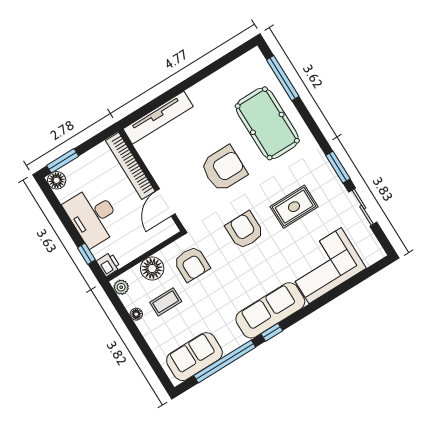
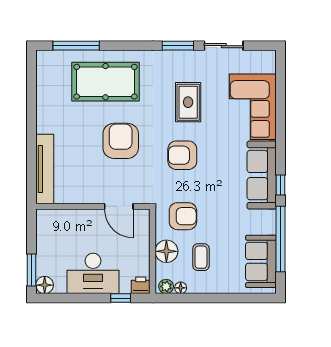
bookcase: (130, 166) -> (70, 217), removed
floor lamp: (136, 314) -> (181, 288), moved

